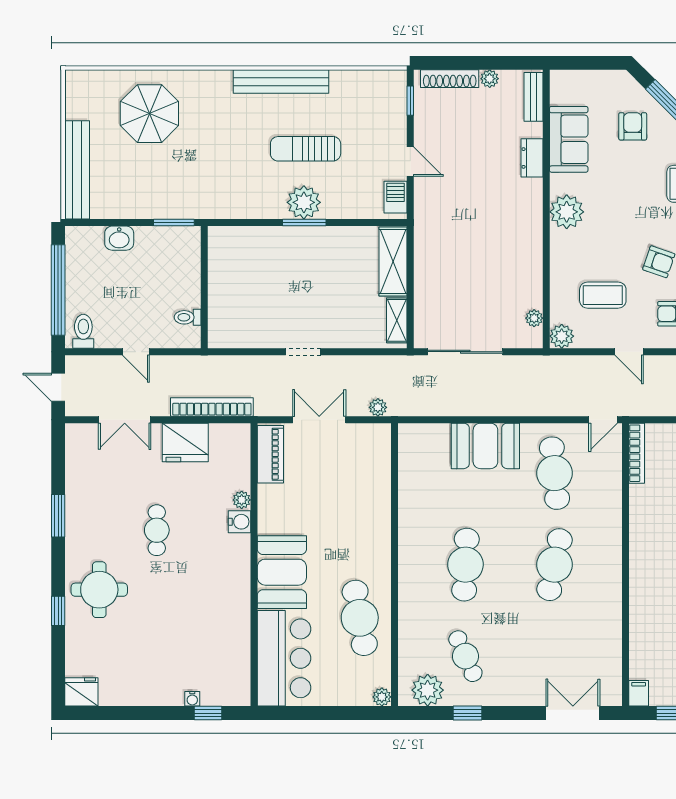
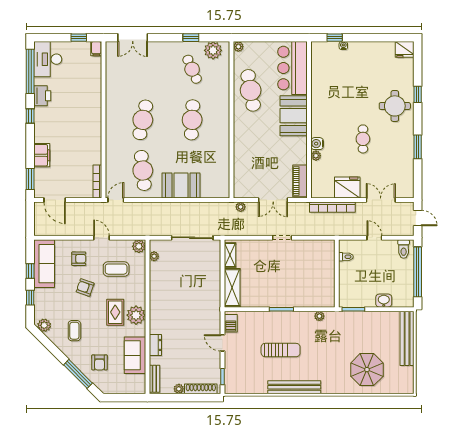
plant: (304, 202) -> (319, 316), moved, width x0.53, depth x0.53
rug: (604, 217) -> (115, 312), added

